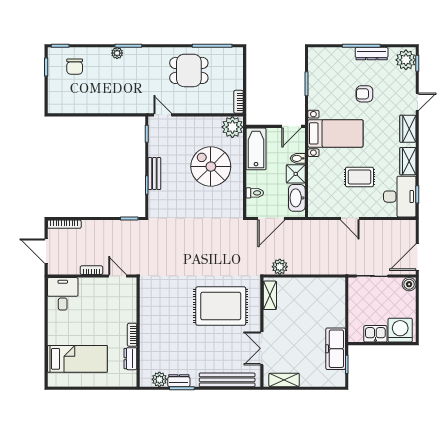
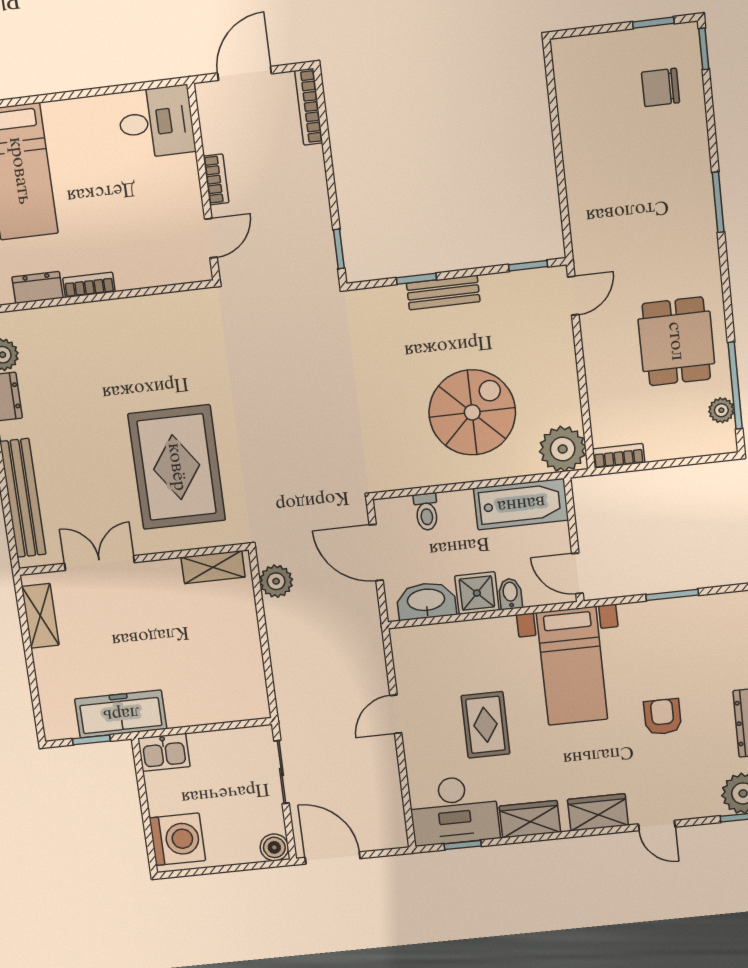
plant: (117, 53) -> (721, 410), moved
kitchen sink: (375, 334) -> (164, 752), moved, turned 90

